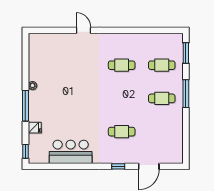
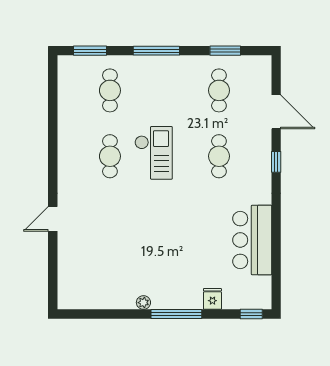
checkout: (124, 92) -> (154, 153), added
cafe table: (162, 98) -> (219, 90), moved
window: (186, 135) -> (225, 51), added

